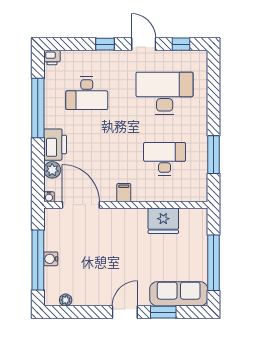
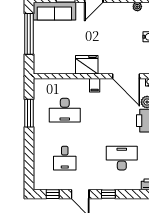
desk: (165, 93) -> (65, 158), width x0.53, depth x0.77
fridge: (163, 221) -> (87, 65), moved

